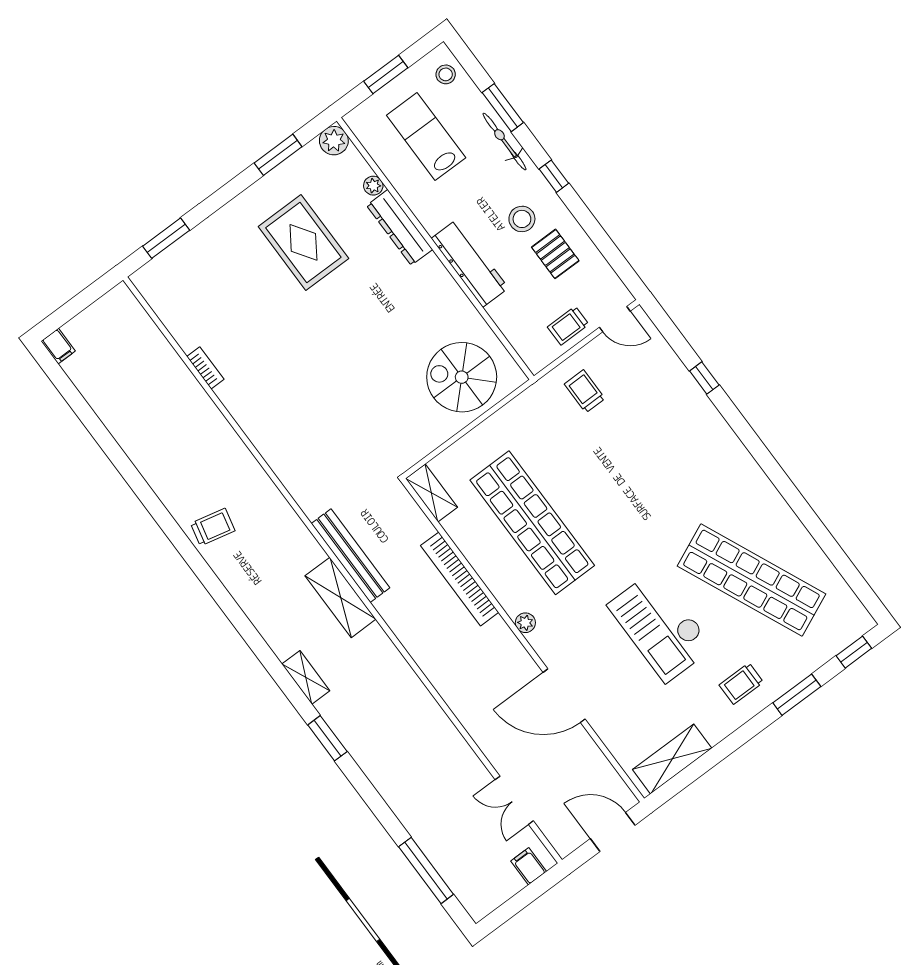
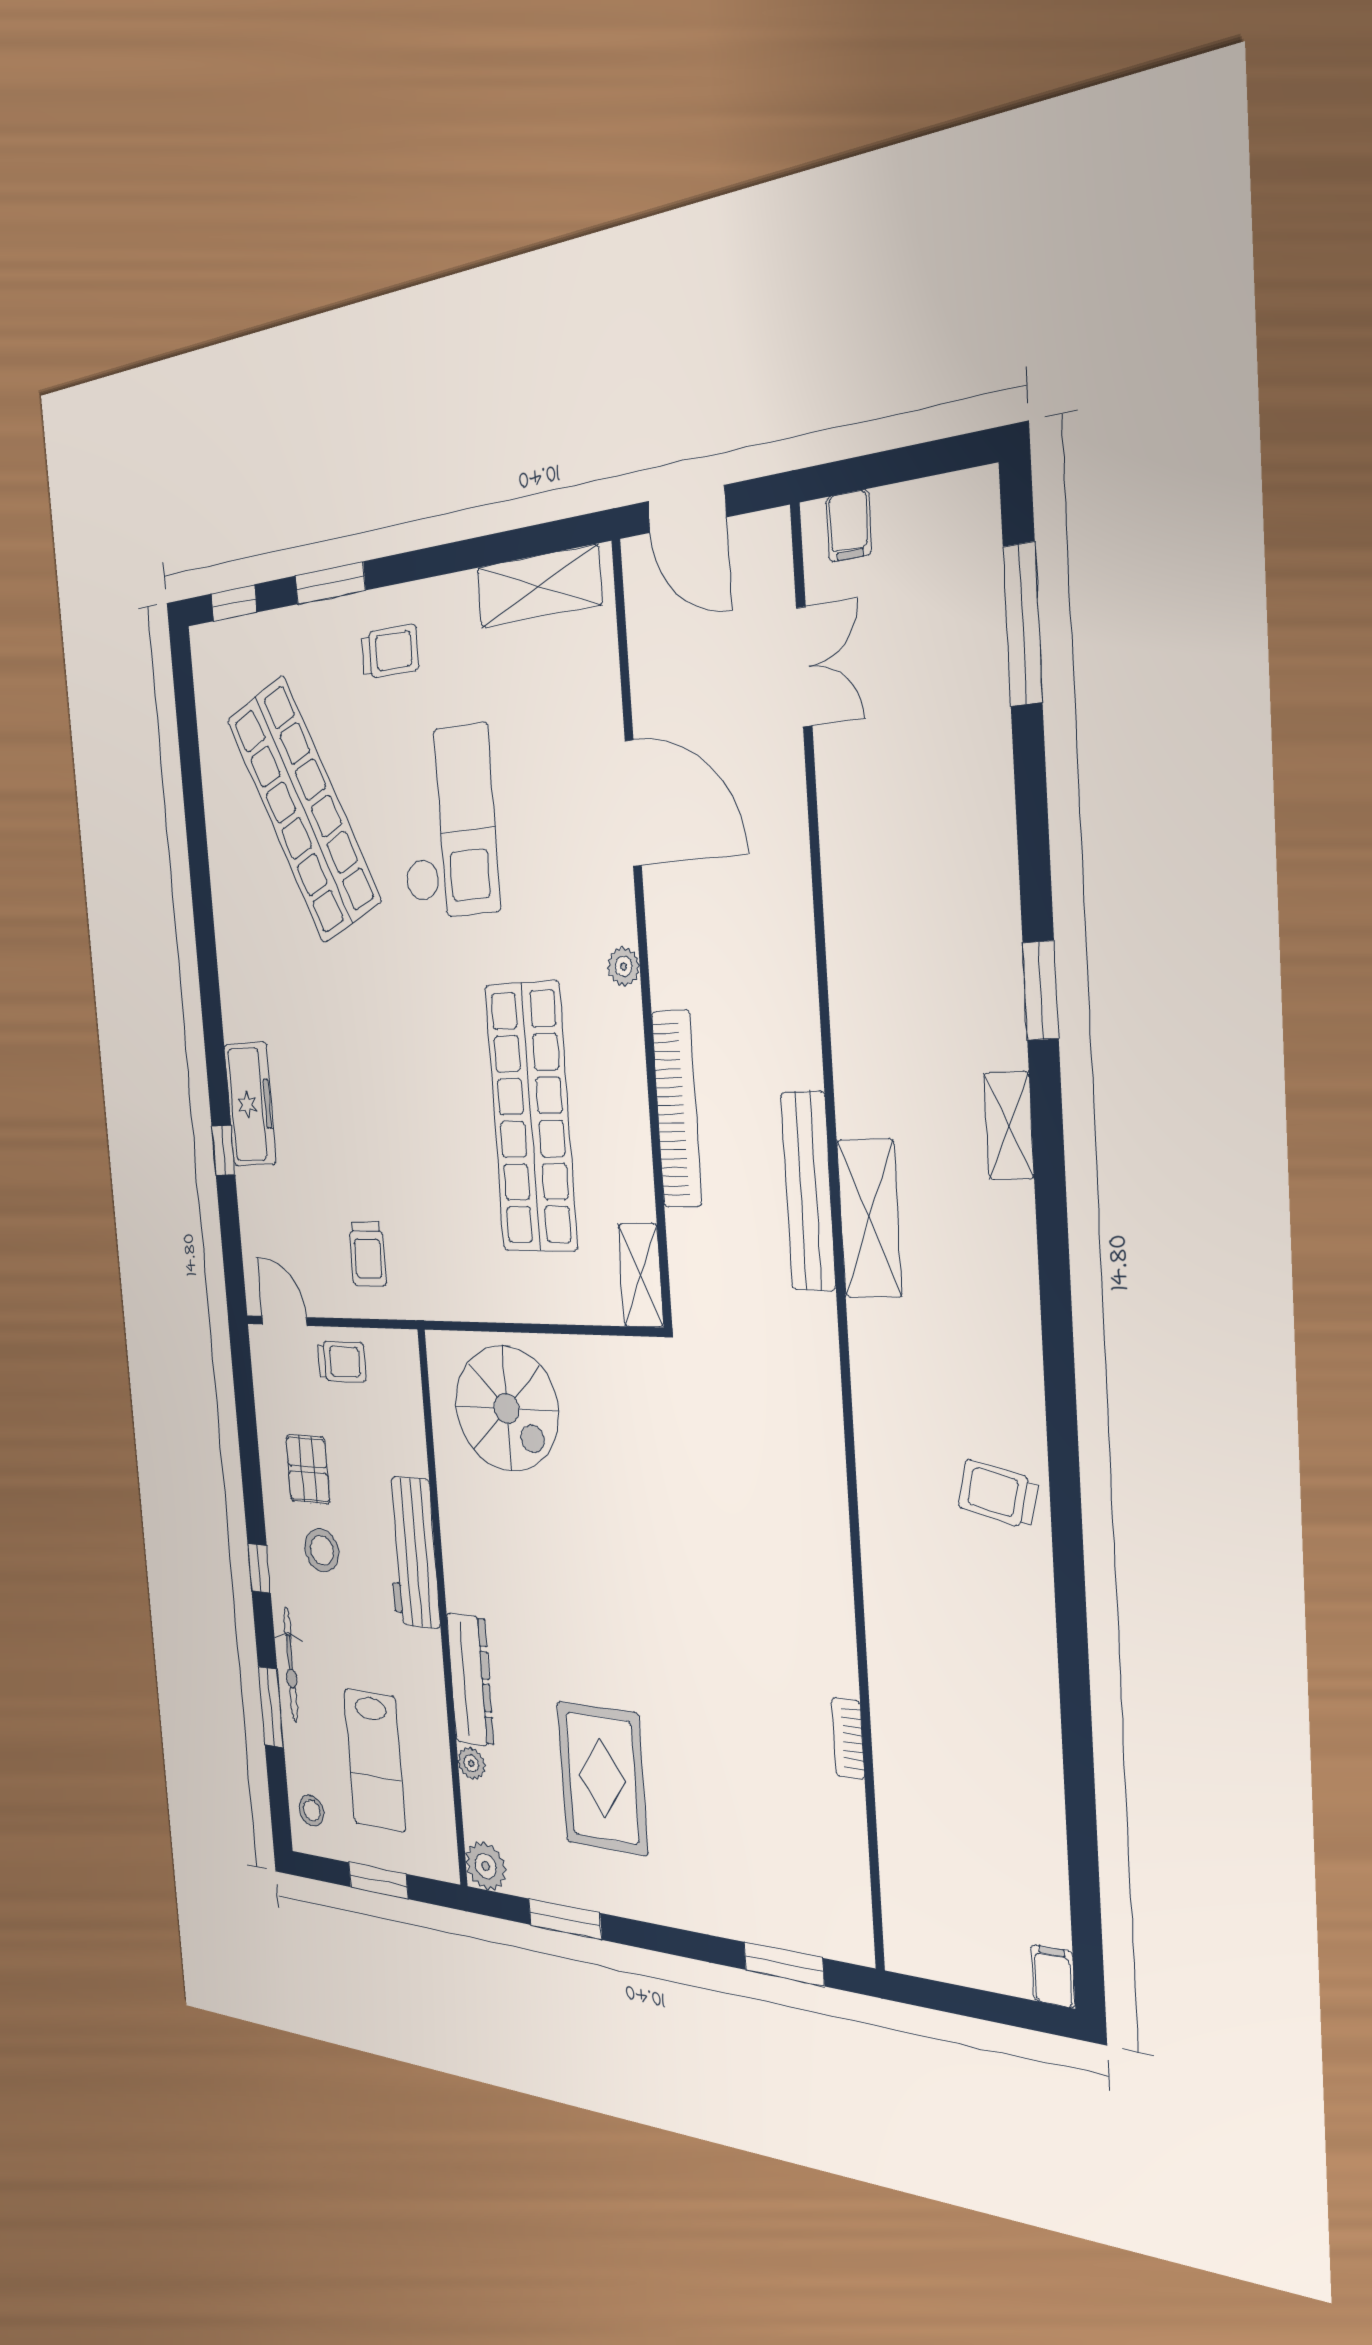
freezer: (701, 414) -> (250, 1104), added
bench: (350, 556) -> (808, 1191), moved

